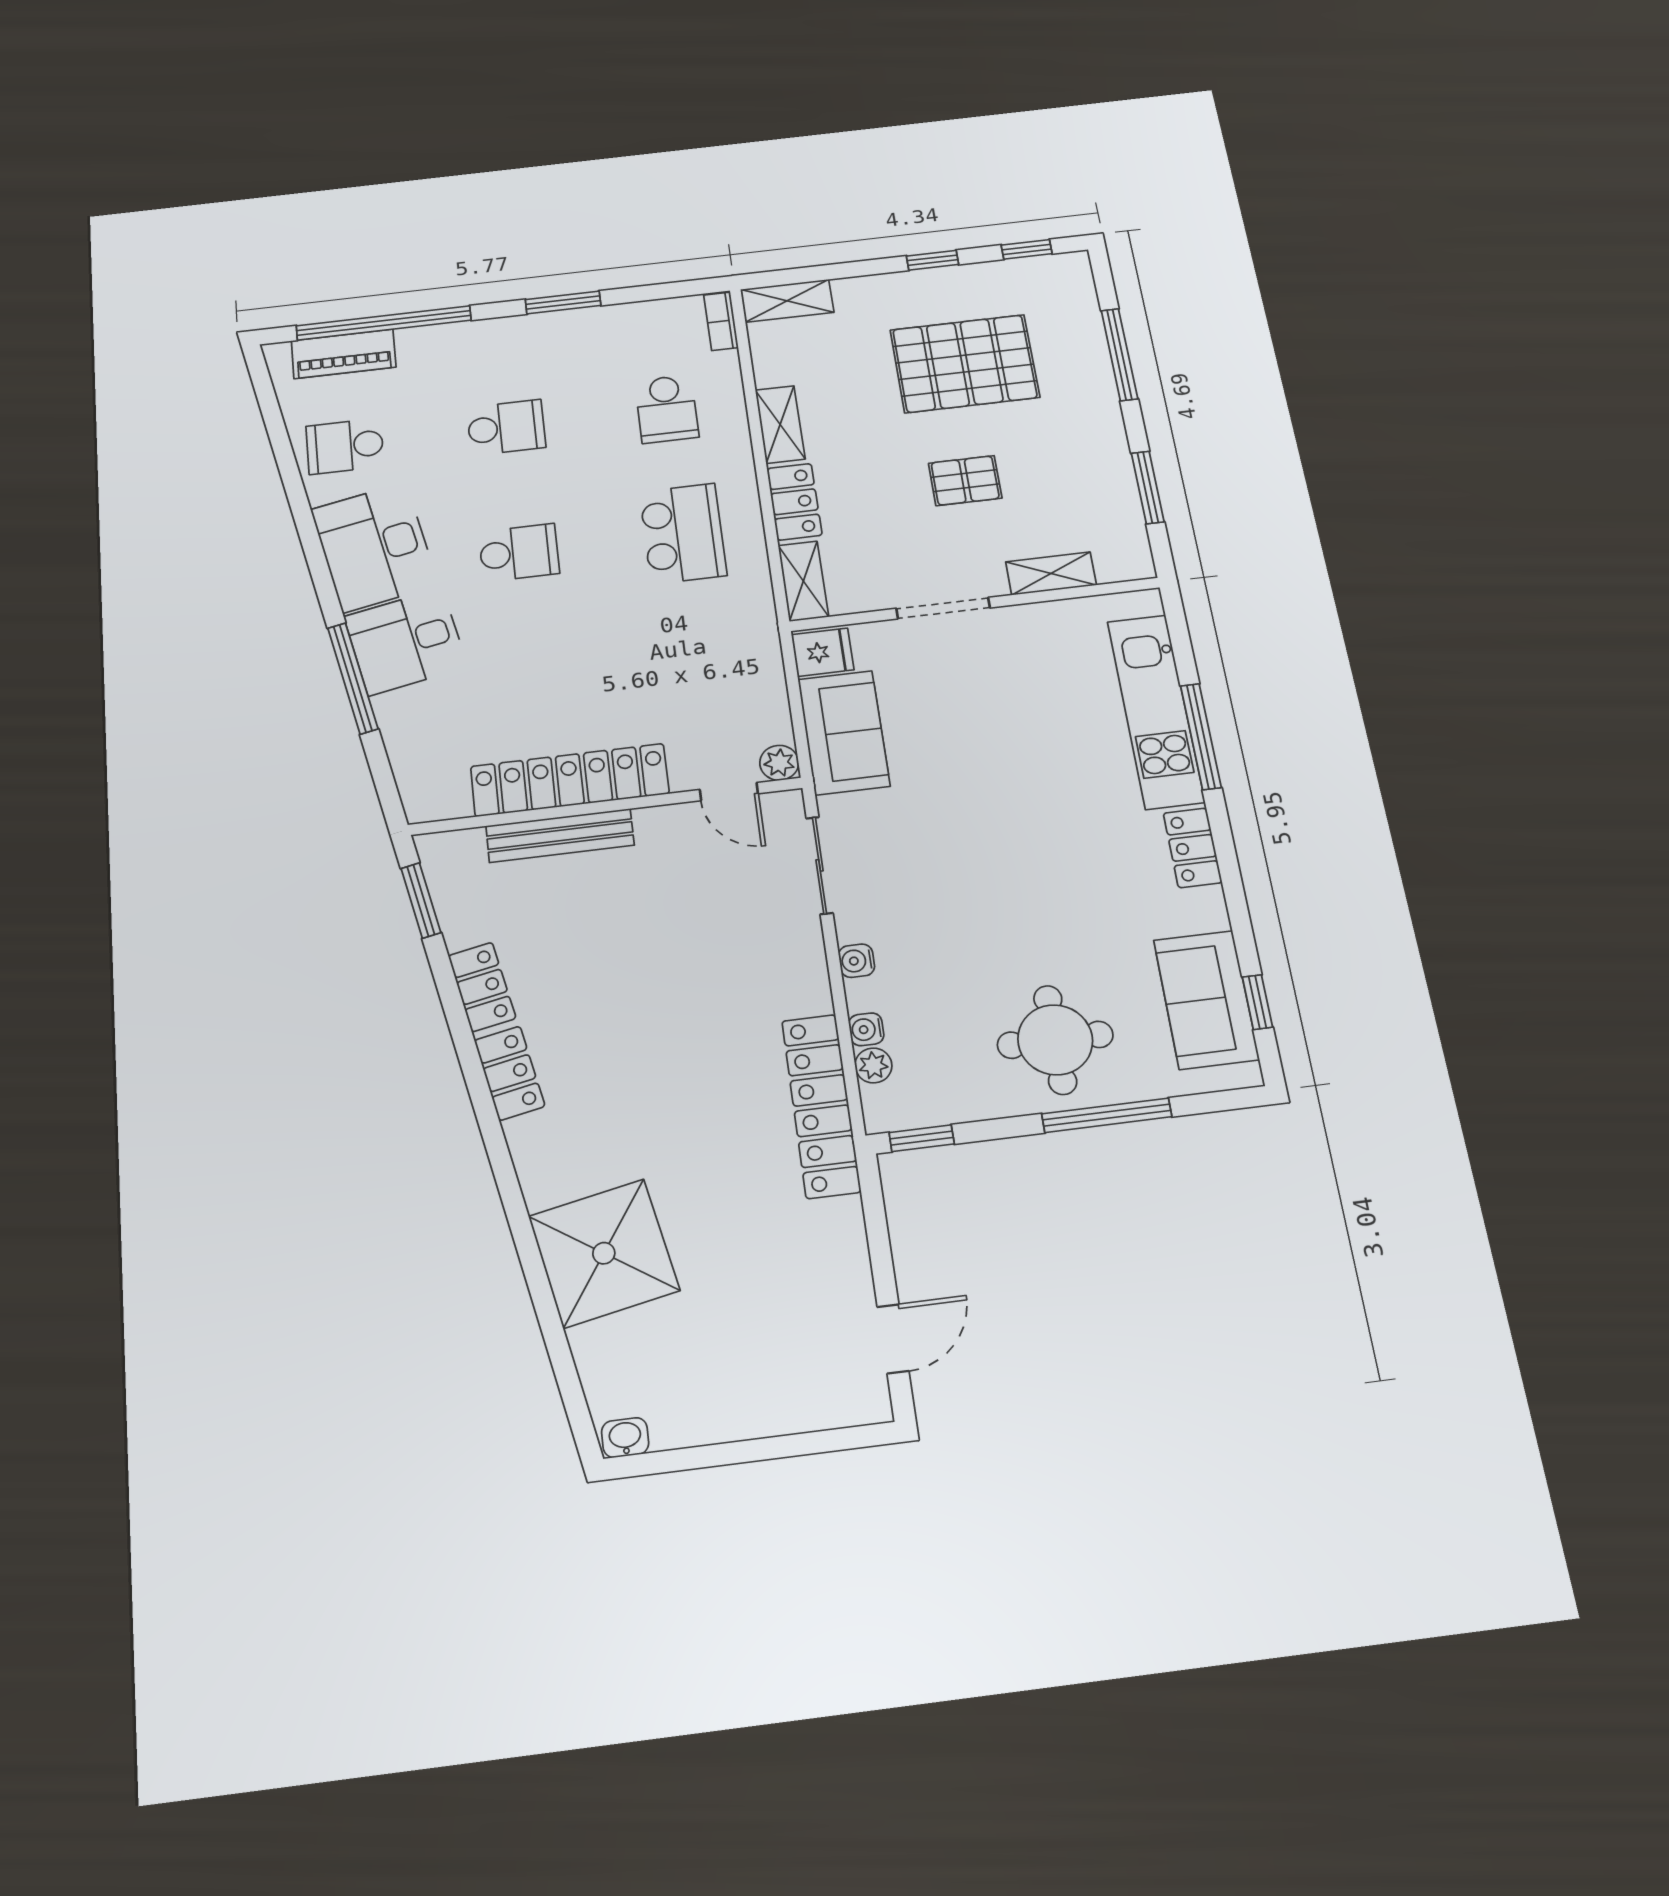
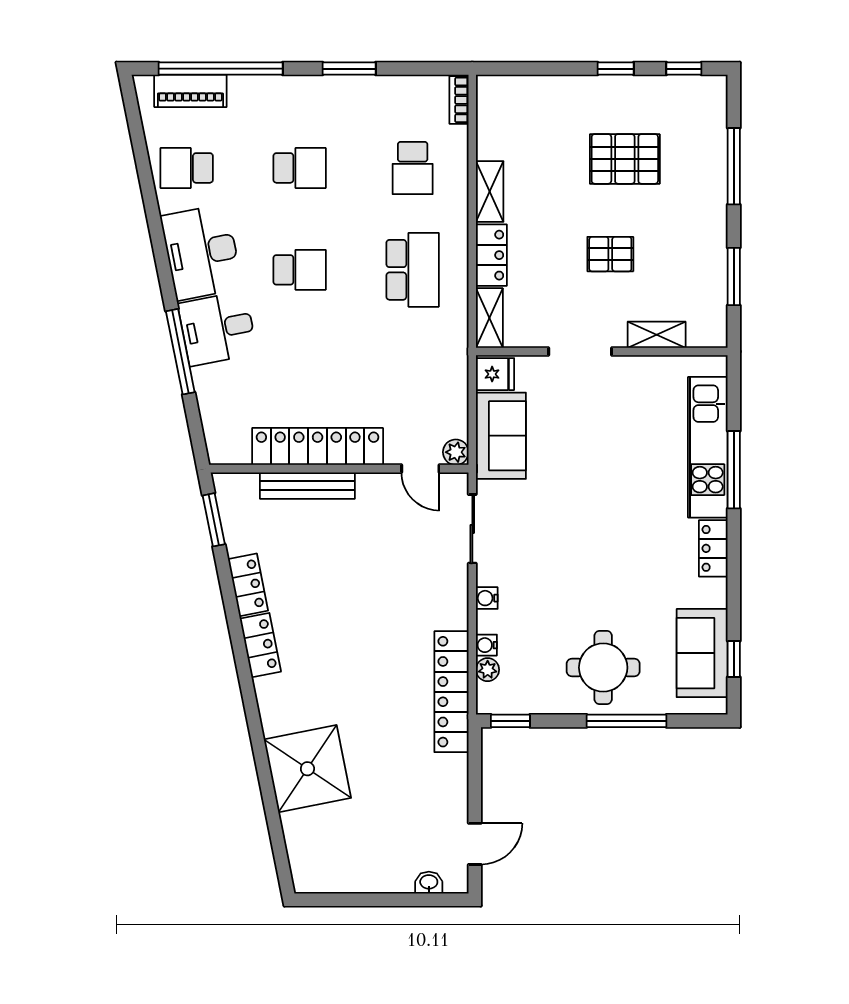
shelving: (787, 301) -> (508, 89), removed
pallet: (965, 364) -> (625, 159), width x0.73, depth x0.71
washbasin: (625, 1438) -> (429, 883), moved

